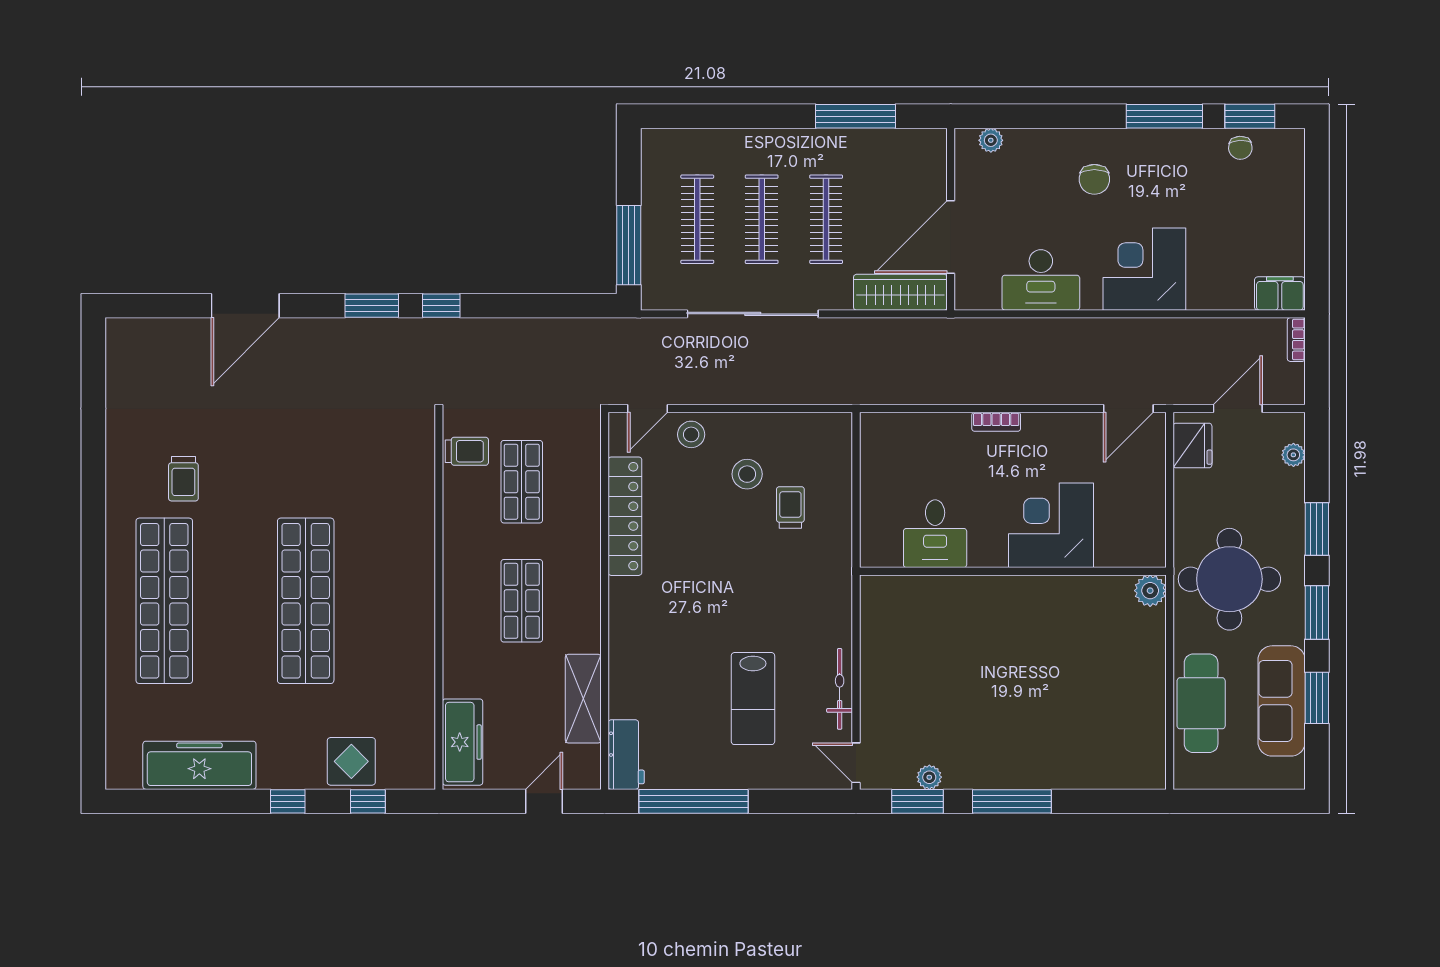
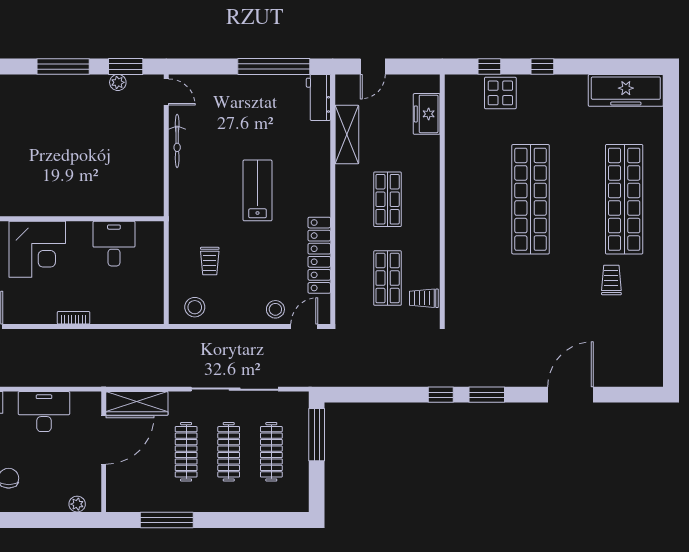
stool: (747, 474) -> (195, 307), moved
lab bench: (753, 699) -> (257, 190), moved
freezer: (463, 742) -> (427, 114), width x0.71
freezer: (199, 765) -> (626, 90), moved

